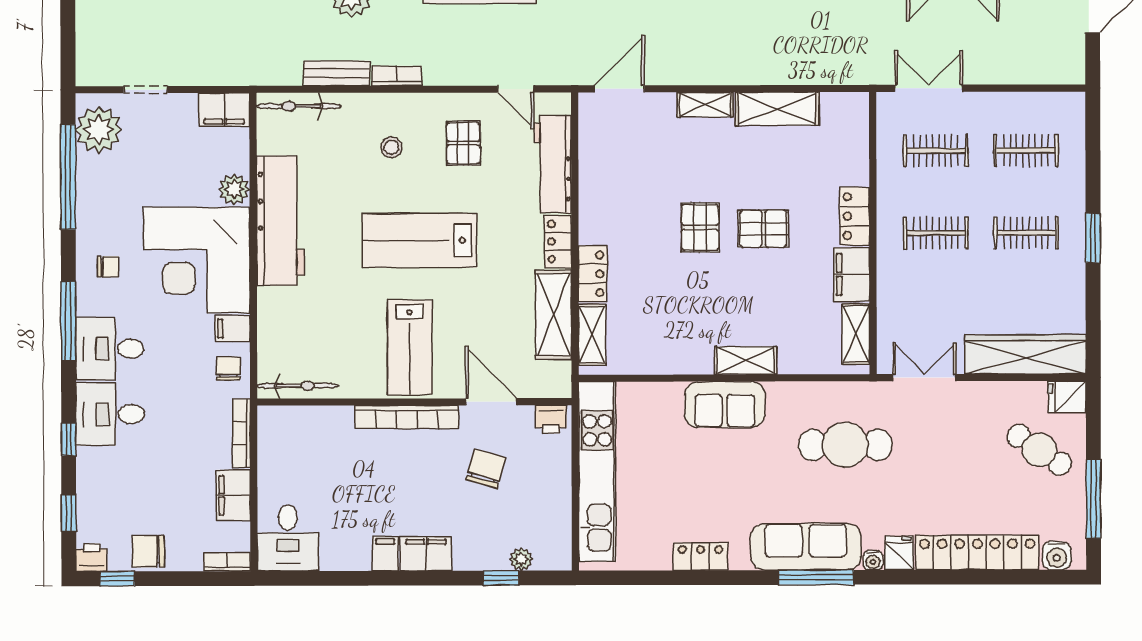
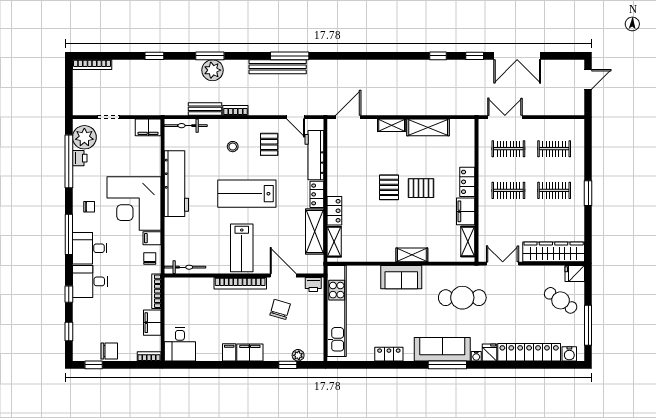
plant: (234, 189) -> (153, 168), removed
chair: (148, 551) -> (109, 351), turned 180
printer: (92, 557) -> (80, 158), moved, turned 90

